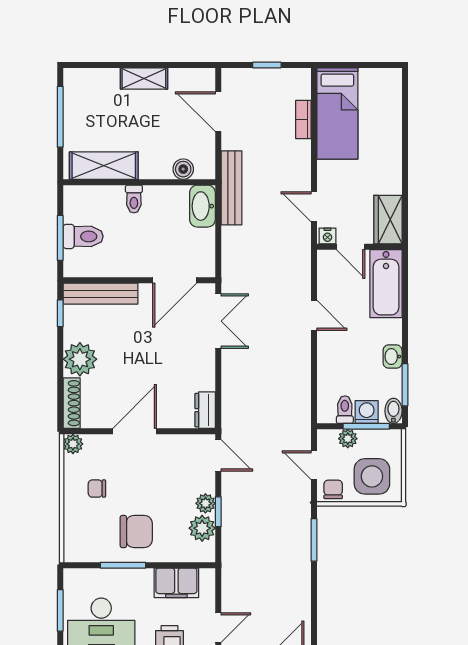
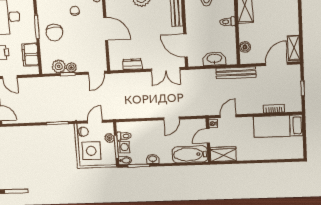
shelving: (144, 78) -> (294, 48), moved
washbasin: (202, 206) -> (214, 59), moved
dresser: (205, 410) -> (132, 64), moved

